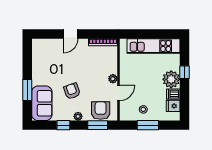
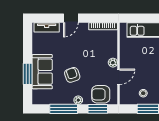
tv unit: (46, 43) -> (47, 27), added
sofa: (42, 103) -> (42, 72), moved
armchair: (101, 111) -> (101, 94), turned -90
window: (63, 125) -> (64, 109), width x2.17

